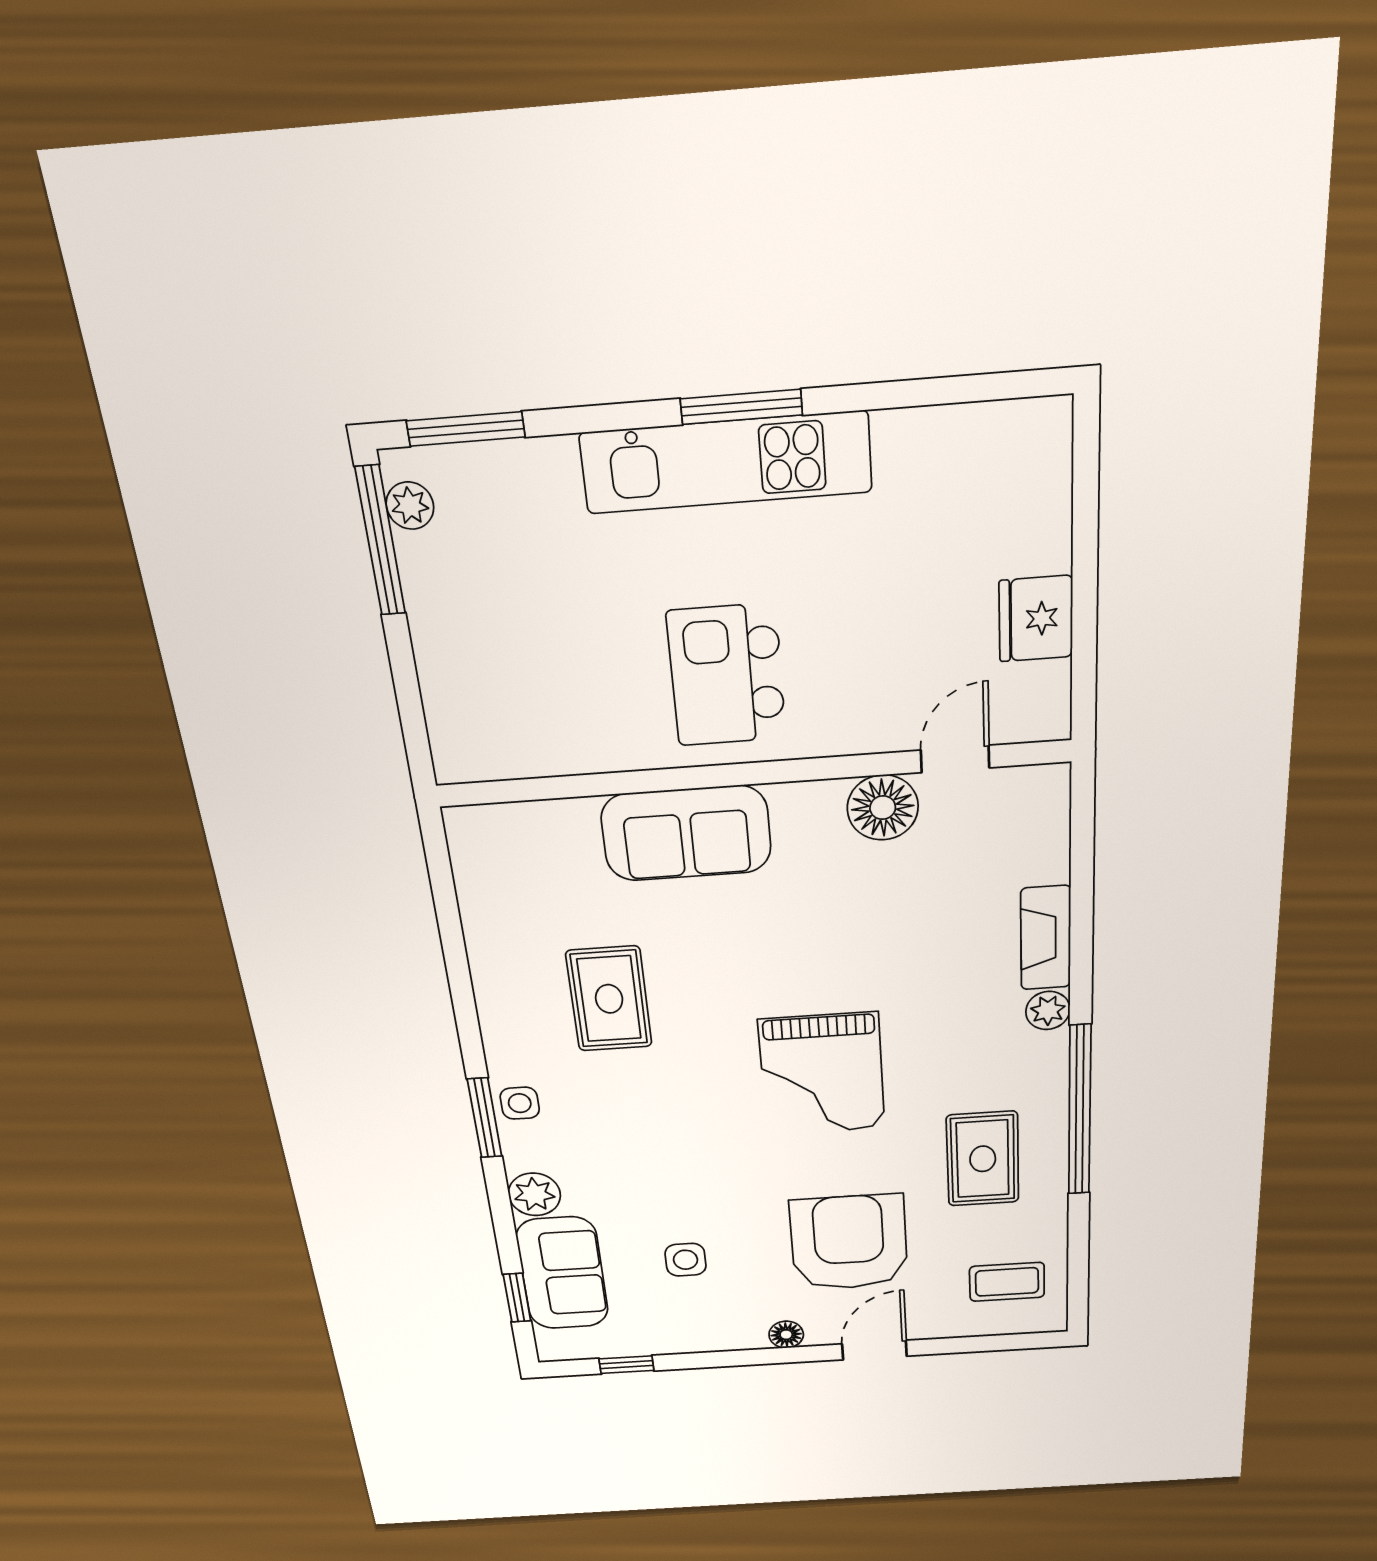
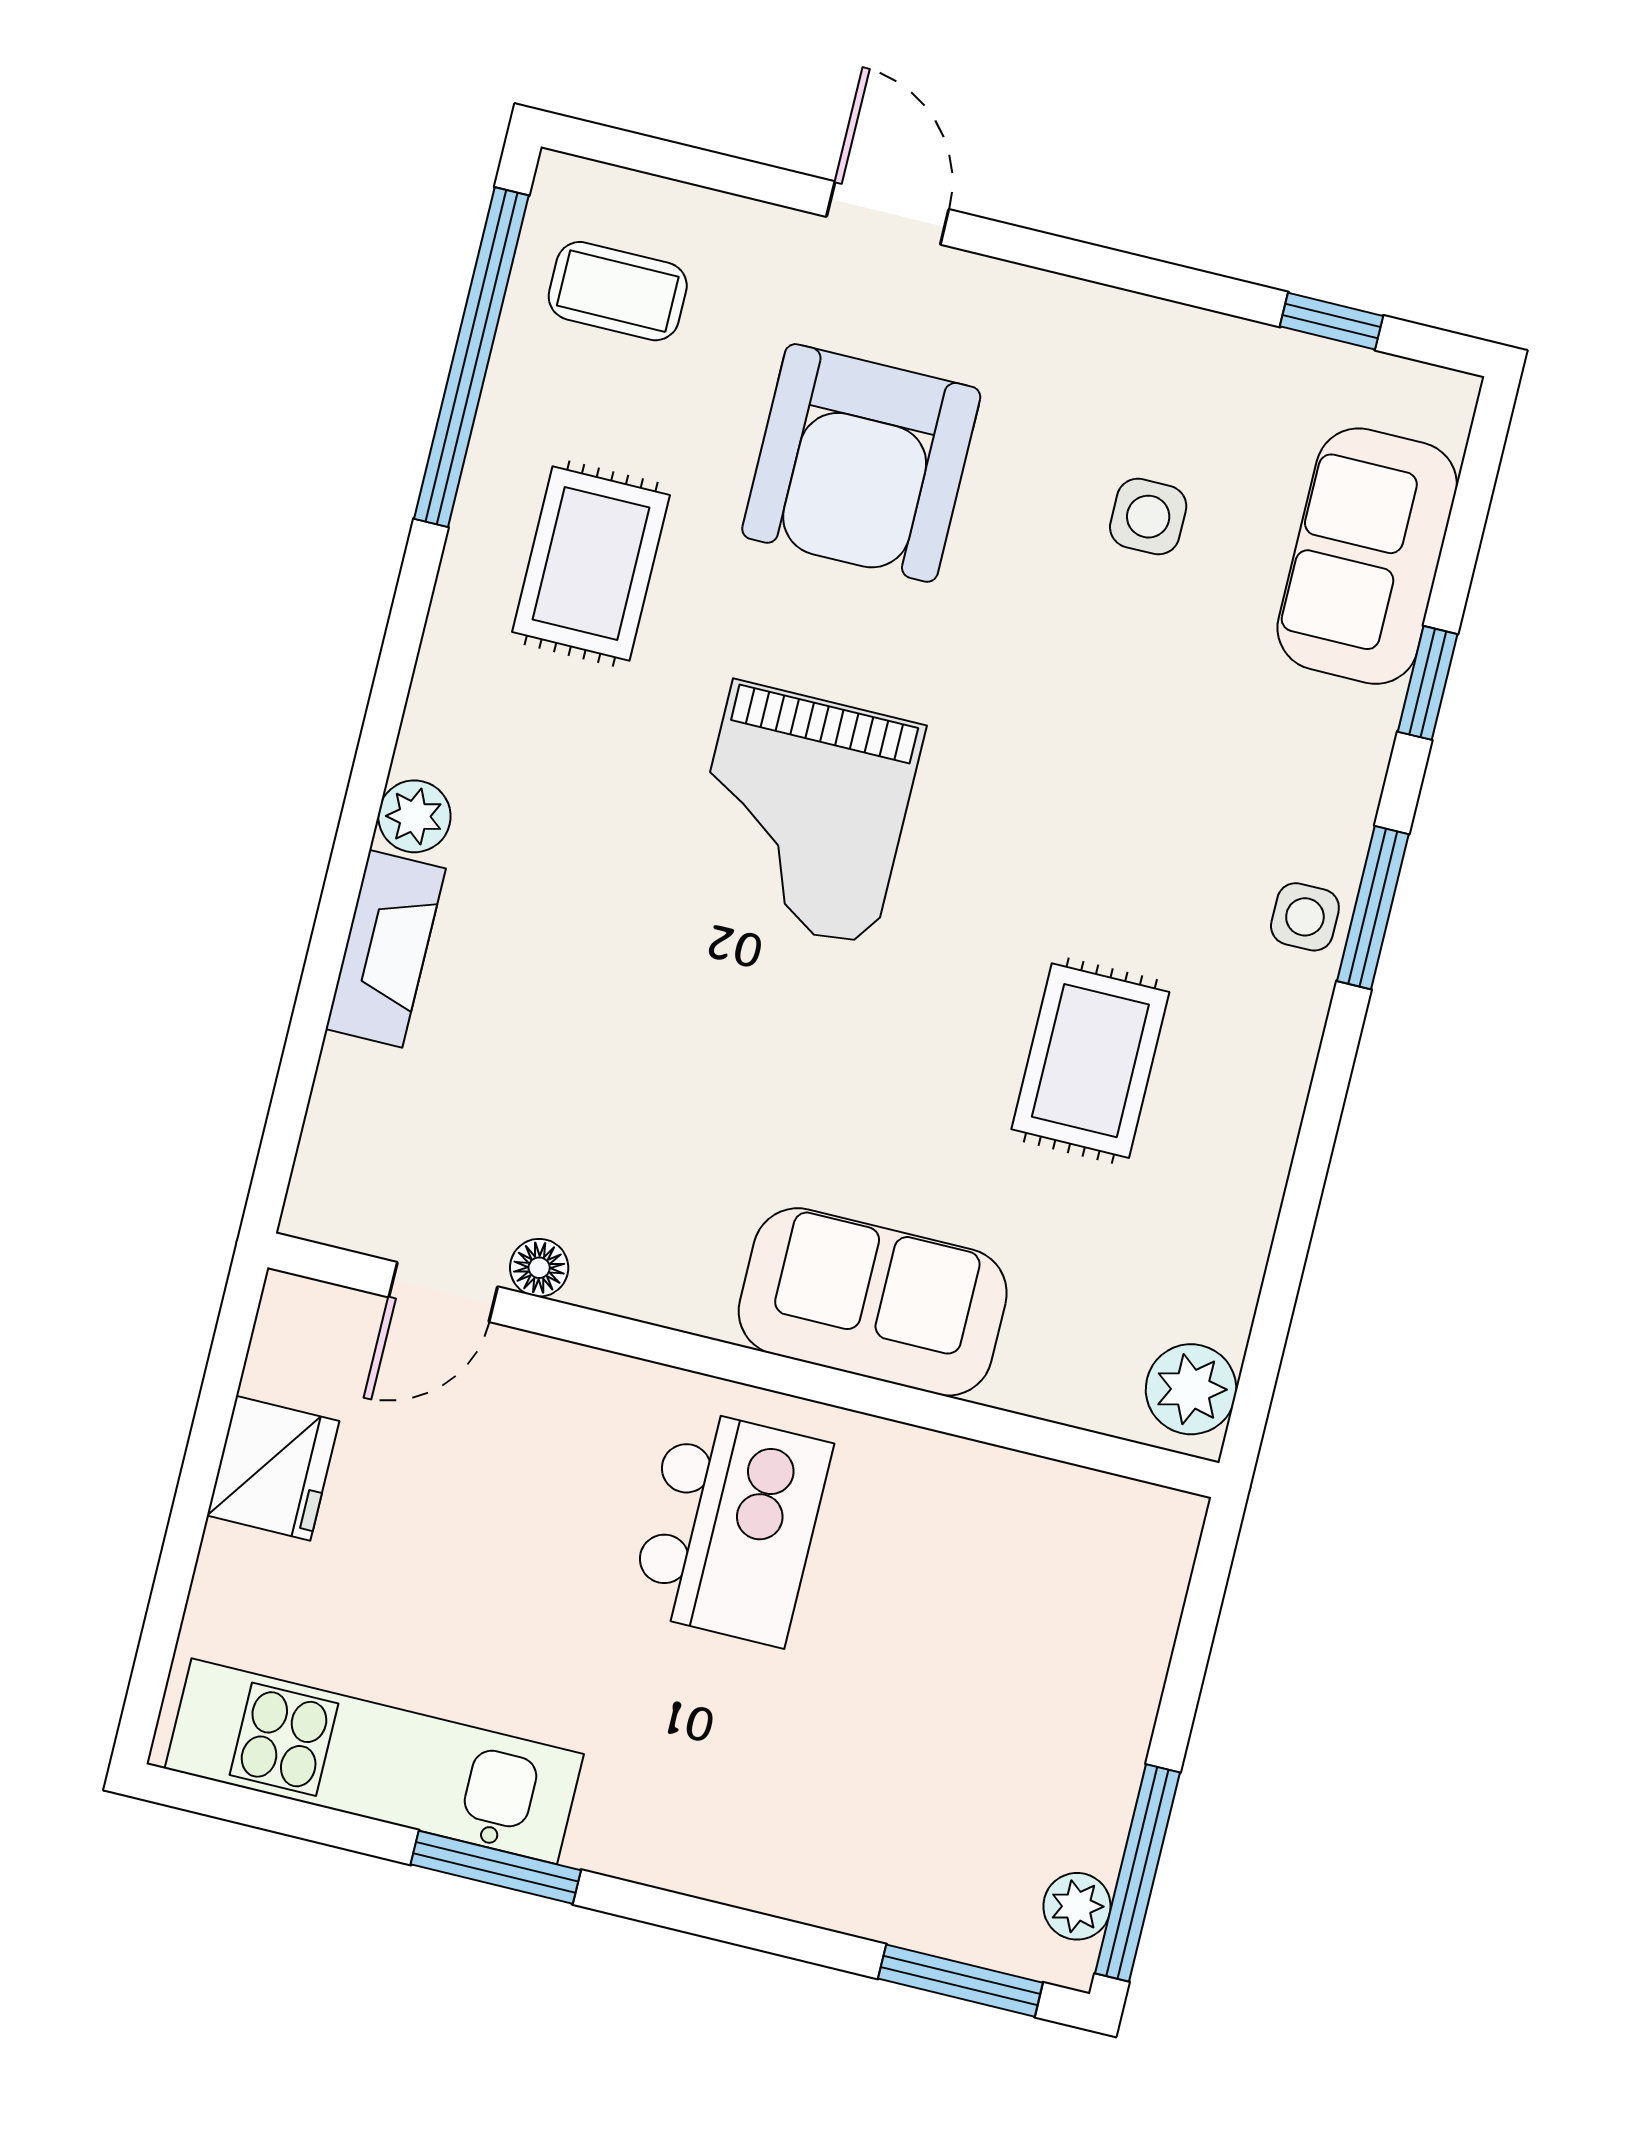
window: (741, 407) -> (496, 1867), moved
kitchen unit: (726, 462) -> (374, 1761), moved
floor lamp: (883, 808) -> (539, 1268), width x0.53, depth x0.53
grand piano: (822, 1074) -> (803, 814), turned 180
window: (1080, 1111) -> (471, 357), moved
plant: (534, 1194) -> (1191, 1389), moved
window: (517, 1298) -> (1428, 683), moved
floor lamp: (786, 1335) -> (1030, 298), removed
door: (874, 1350) -> (888, 213), swing flipped

